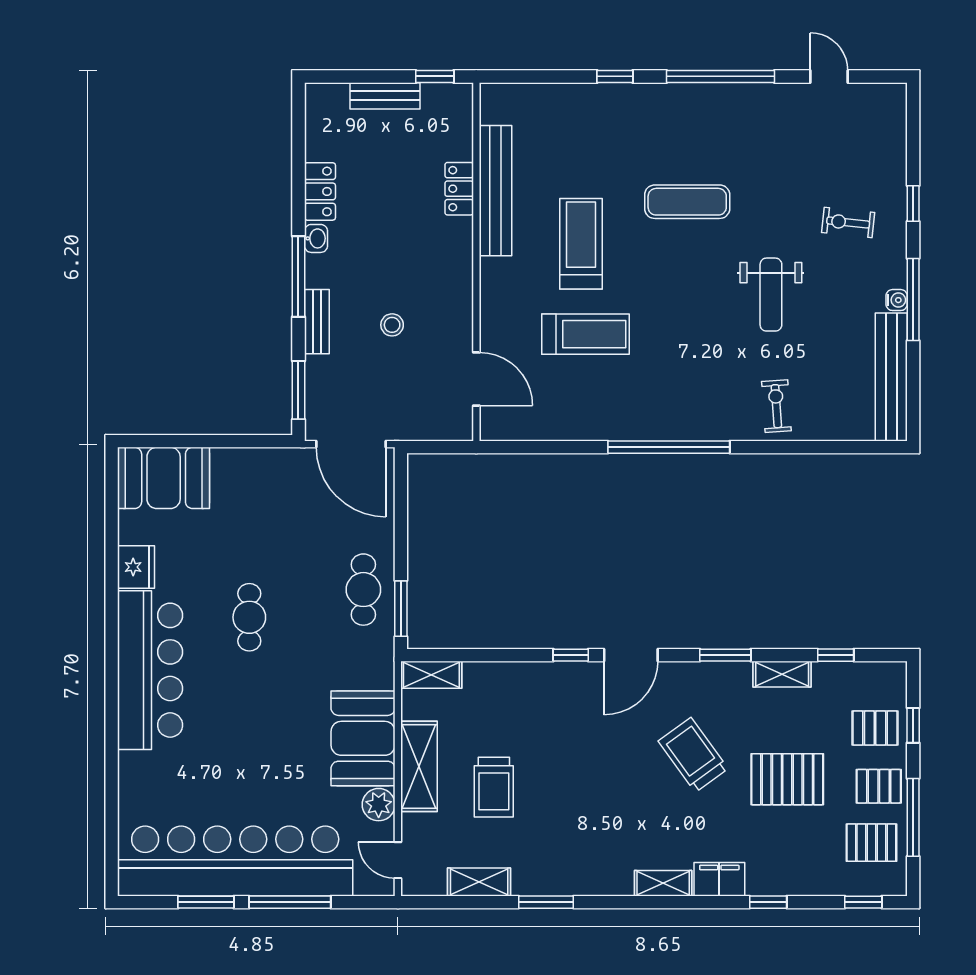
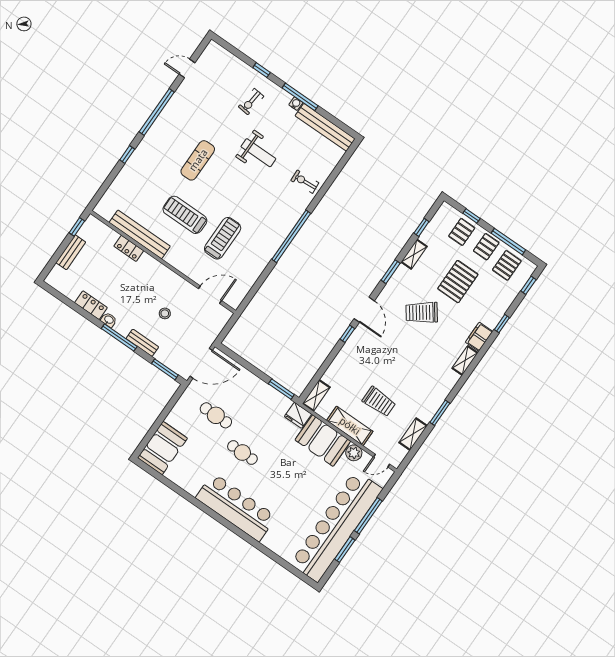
fridge: (136, 567) -> (298, 415), moved, turned 180
cafe table: (363, 590) -> (216, 415), moved

